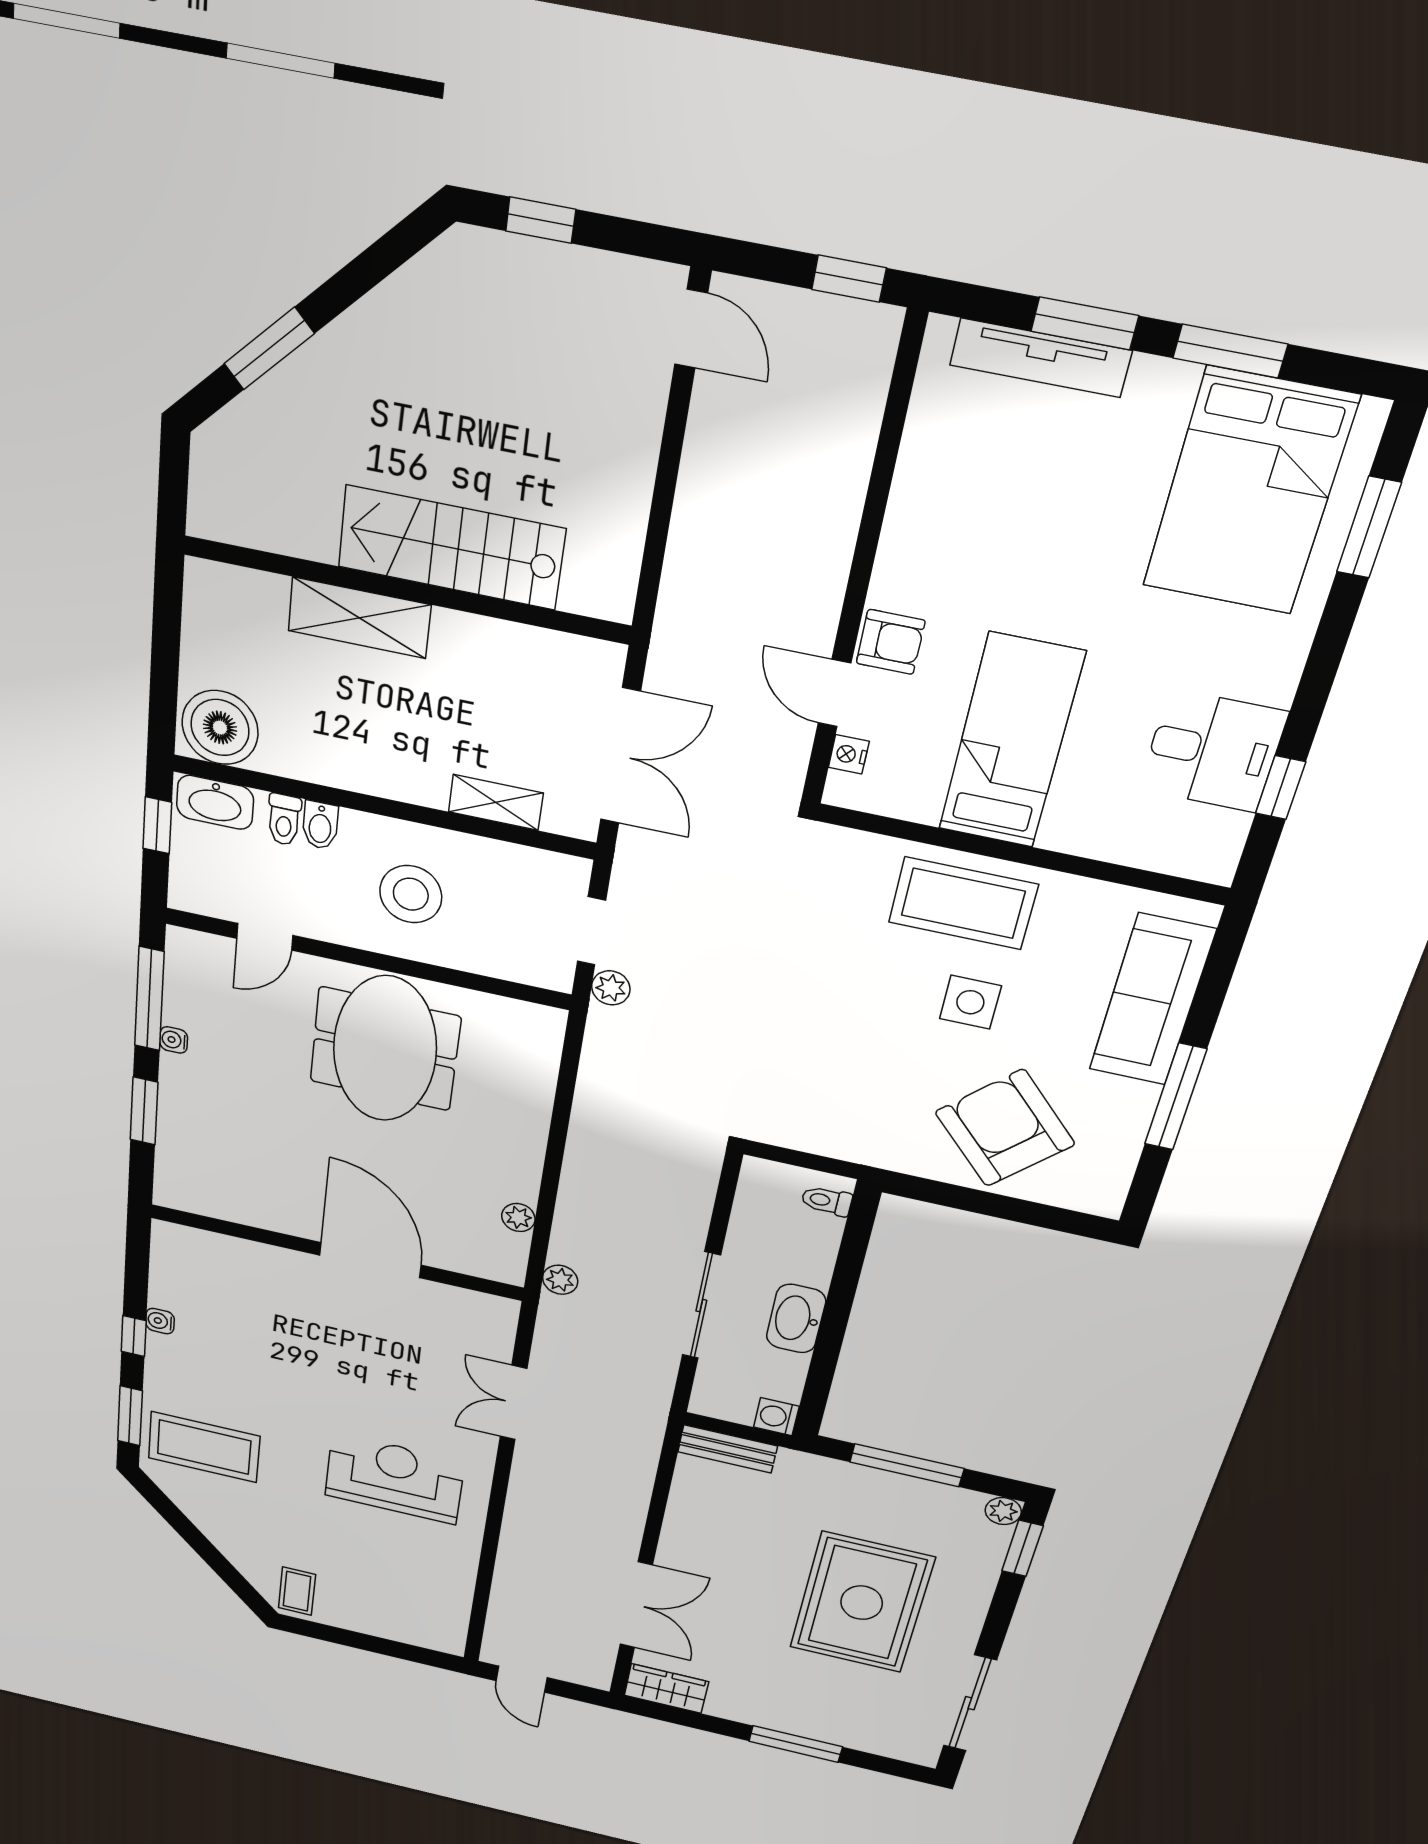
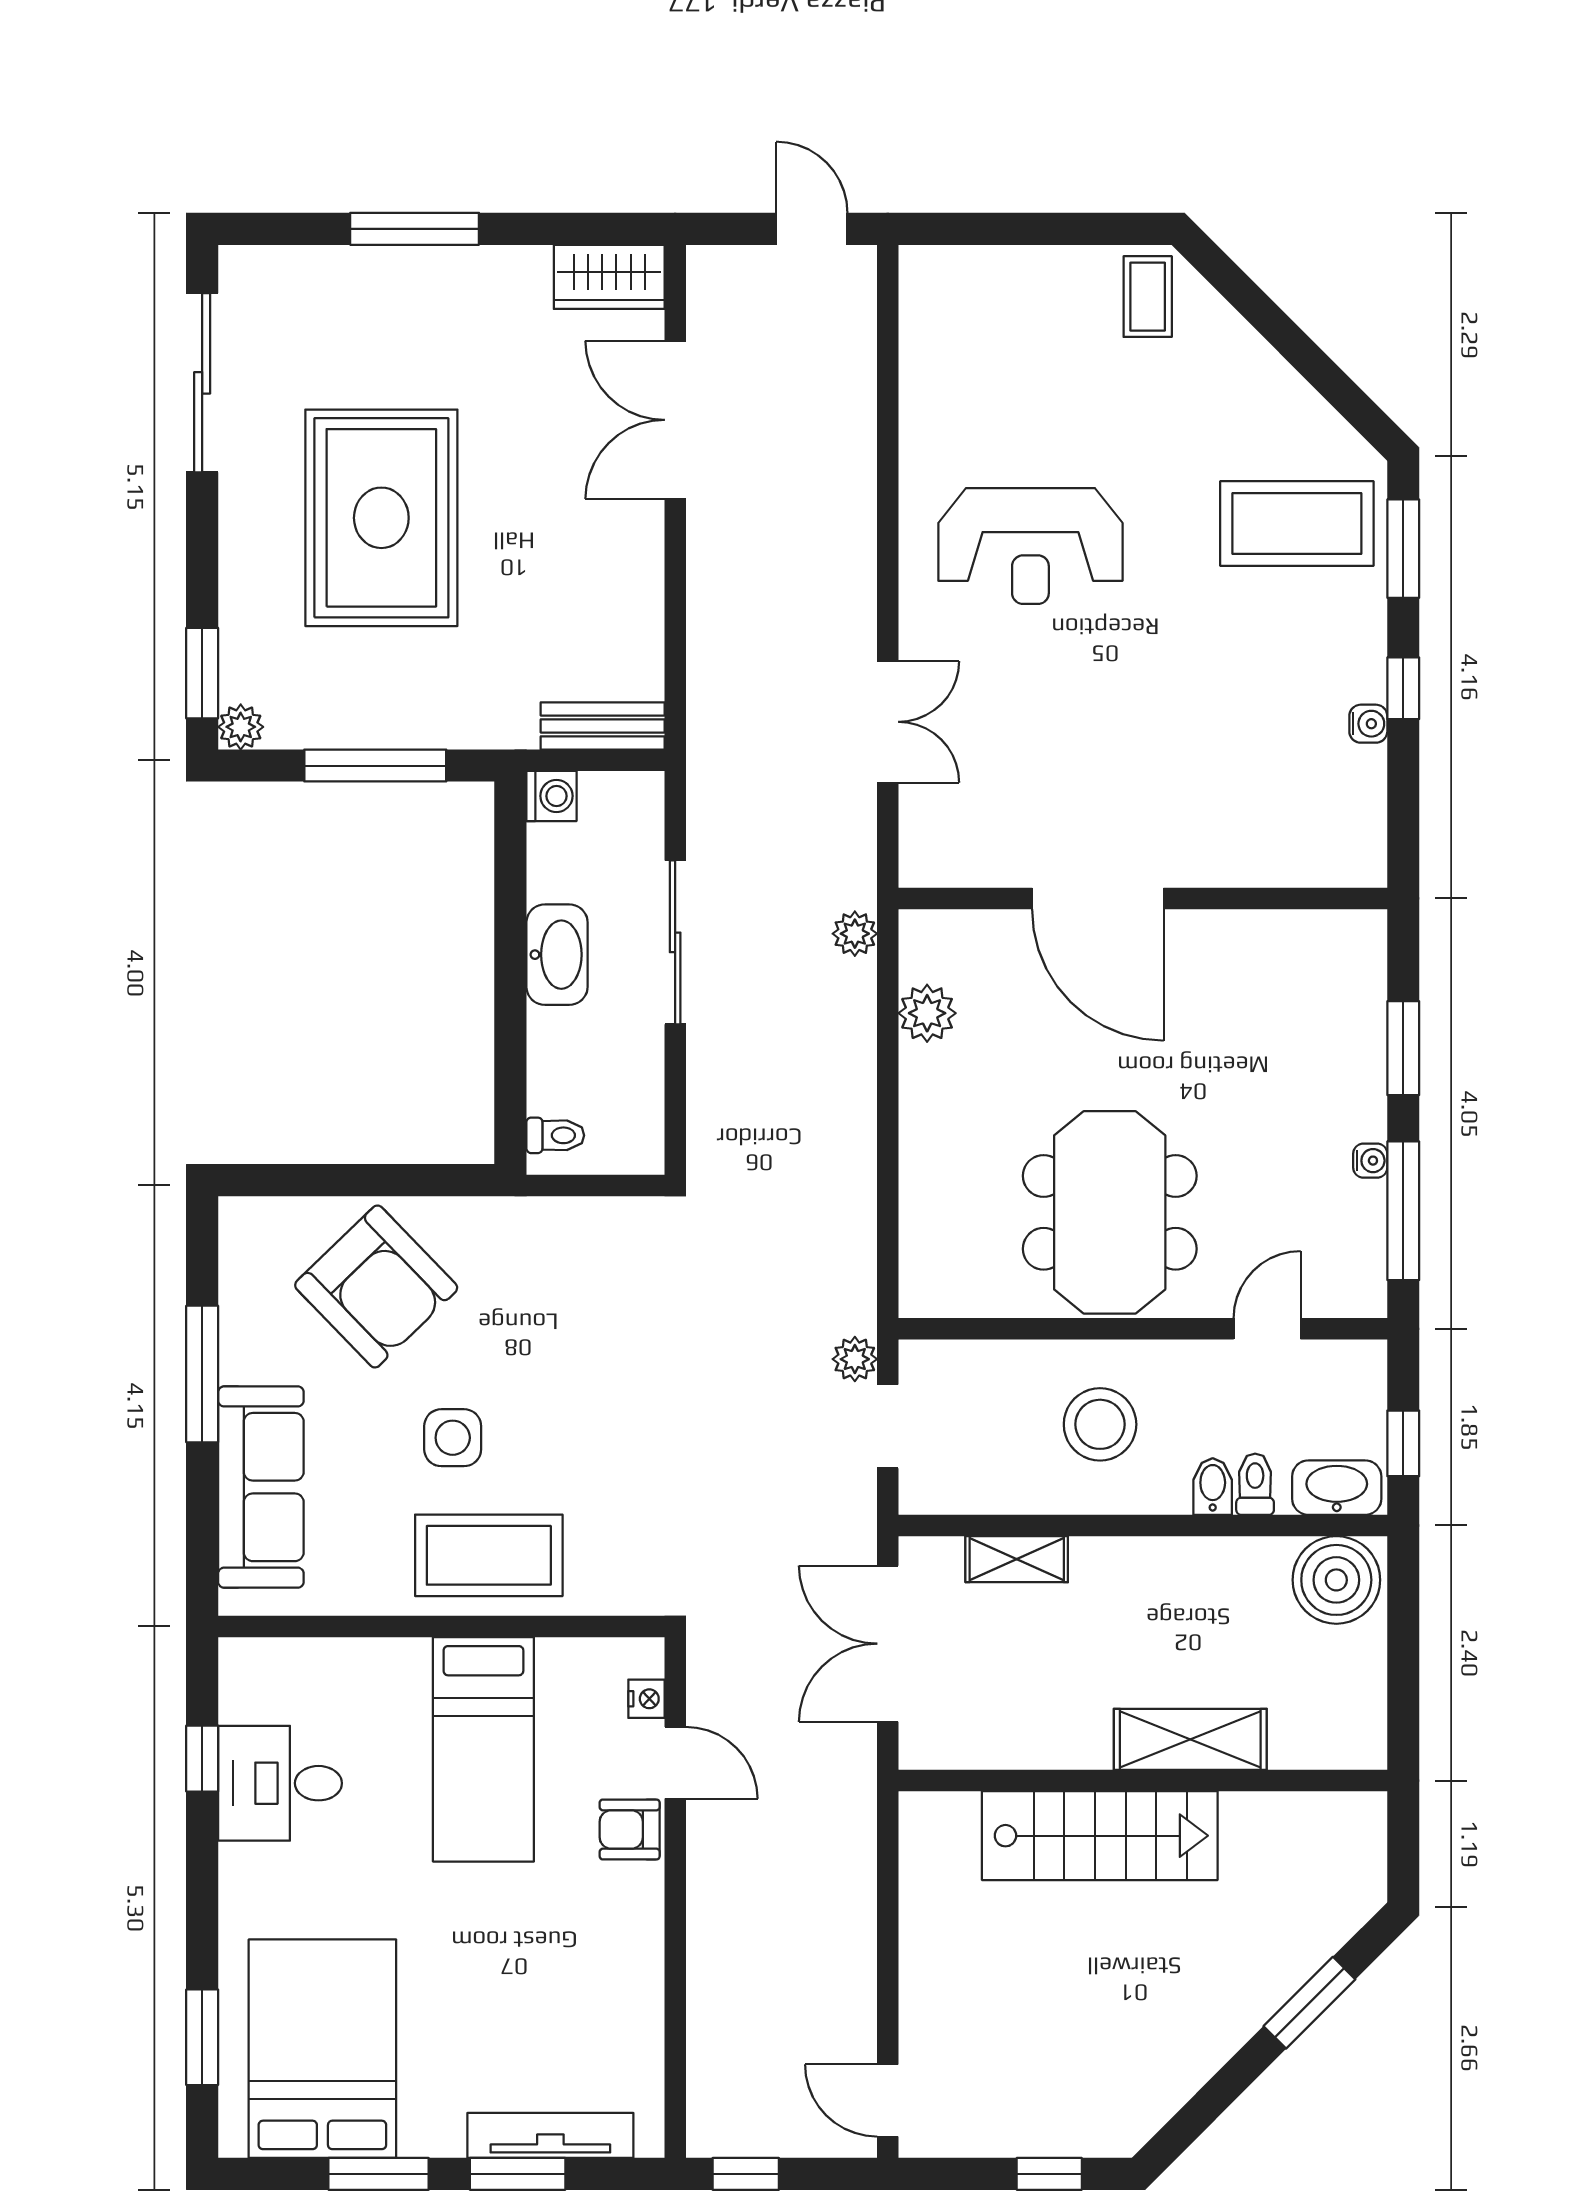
plant: (518, 1218) -> (927, 1013), width x1.38, depth x1.38

